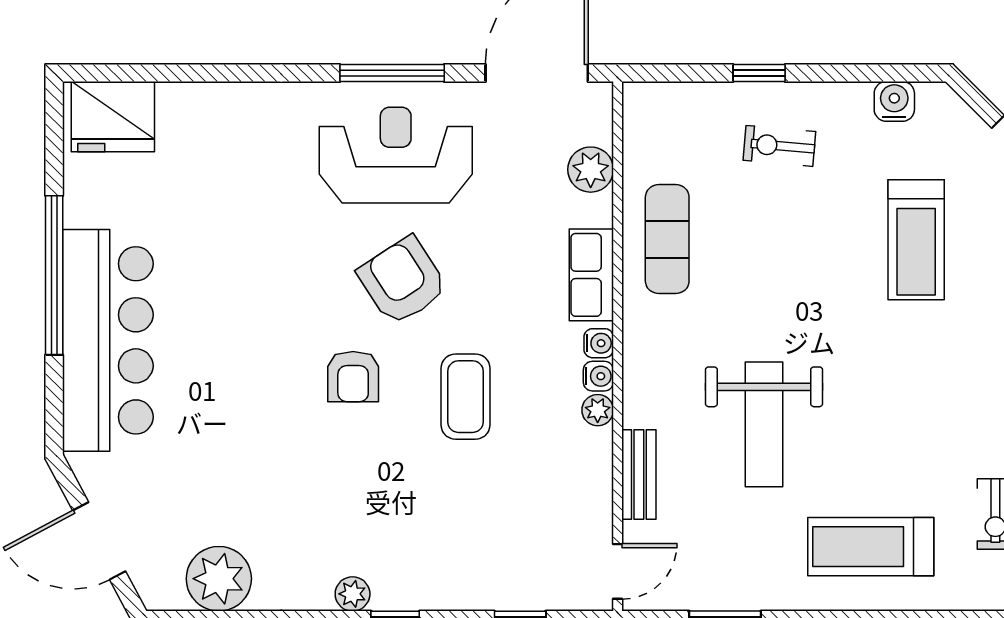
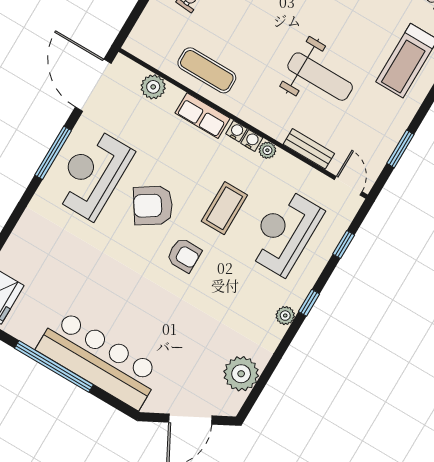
coffee table: (465, 397) -> (224, 208), turned 90
reception desk: (484, 514) -> (284, 232), added

